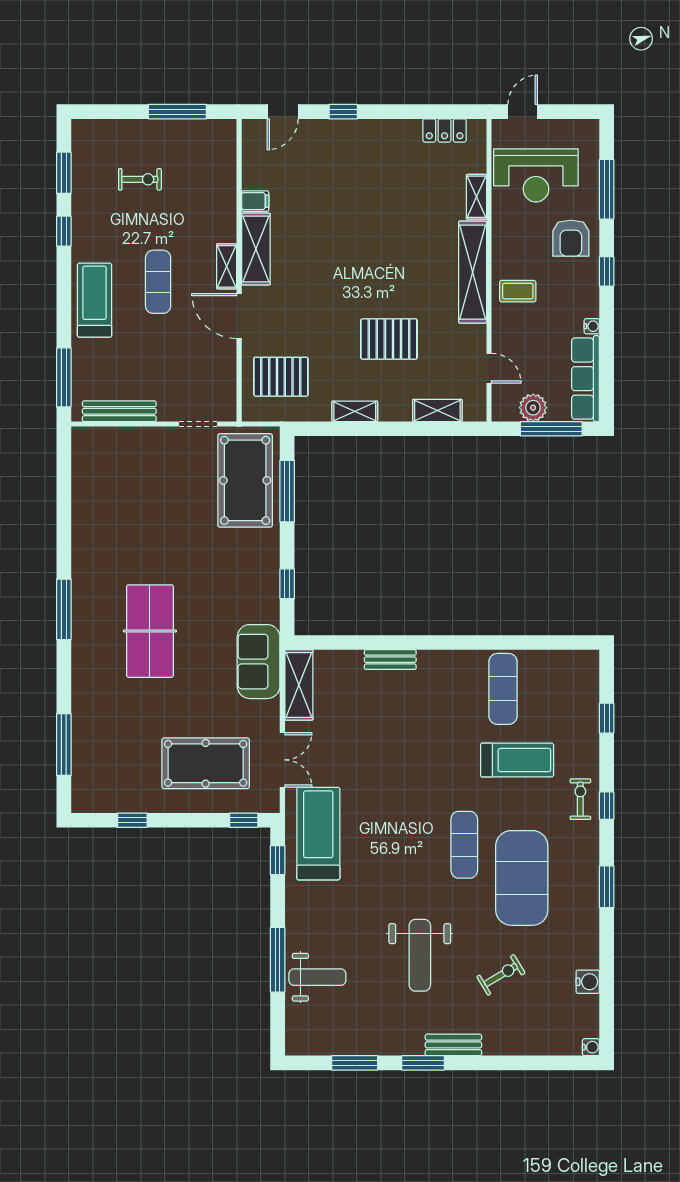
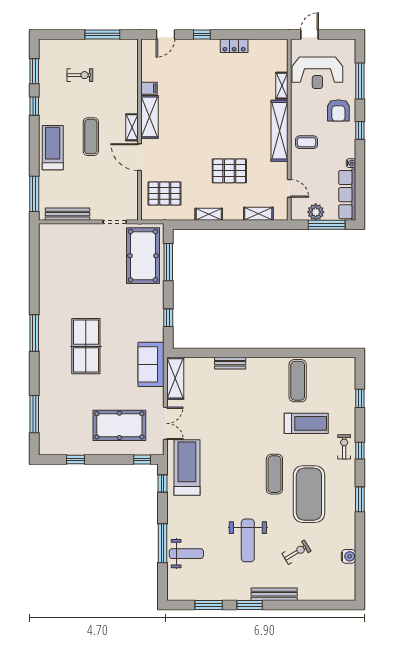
locker: (445, 130) -> (234, 46), moved
bench: (453, 1045) -> (274, 594), width x1.36
water cooler: (591, 1047) -> (350, 596), removed

